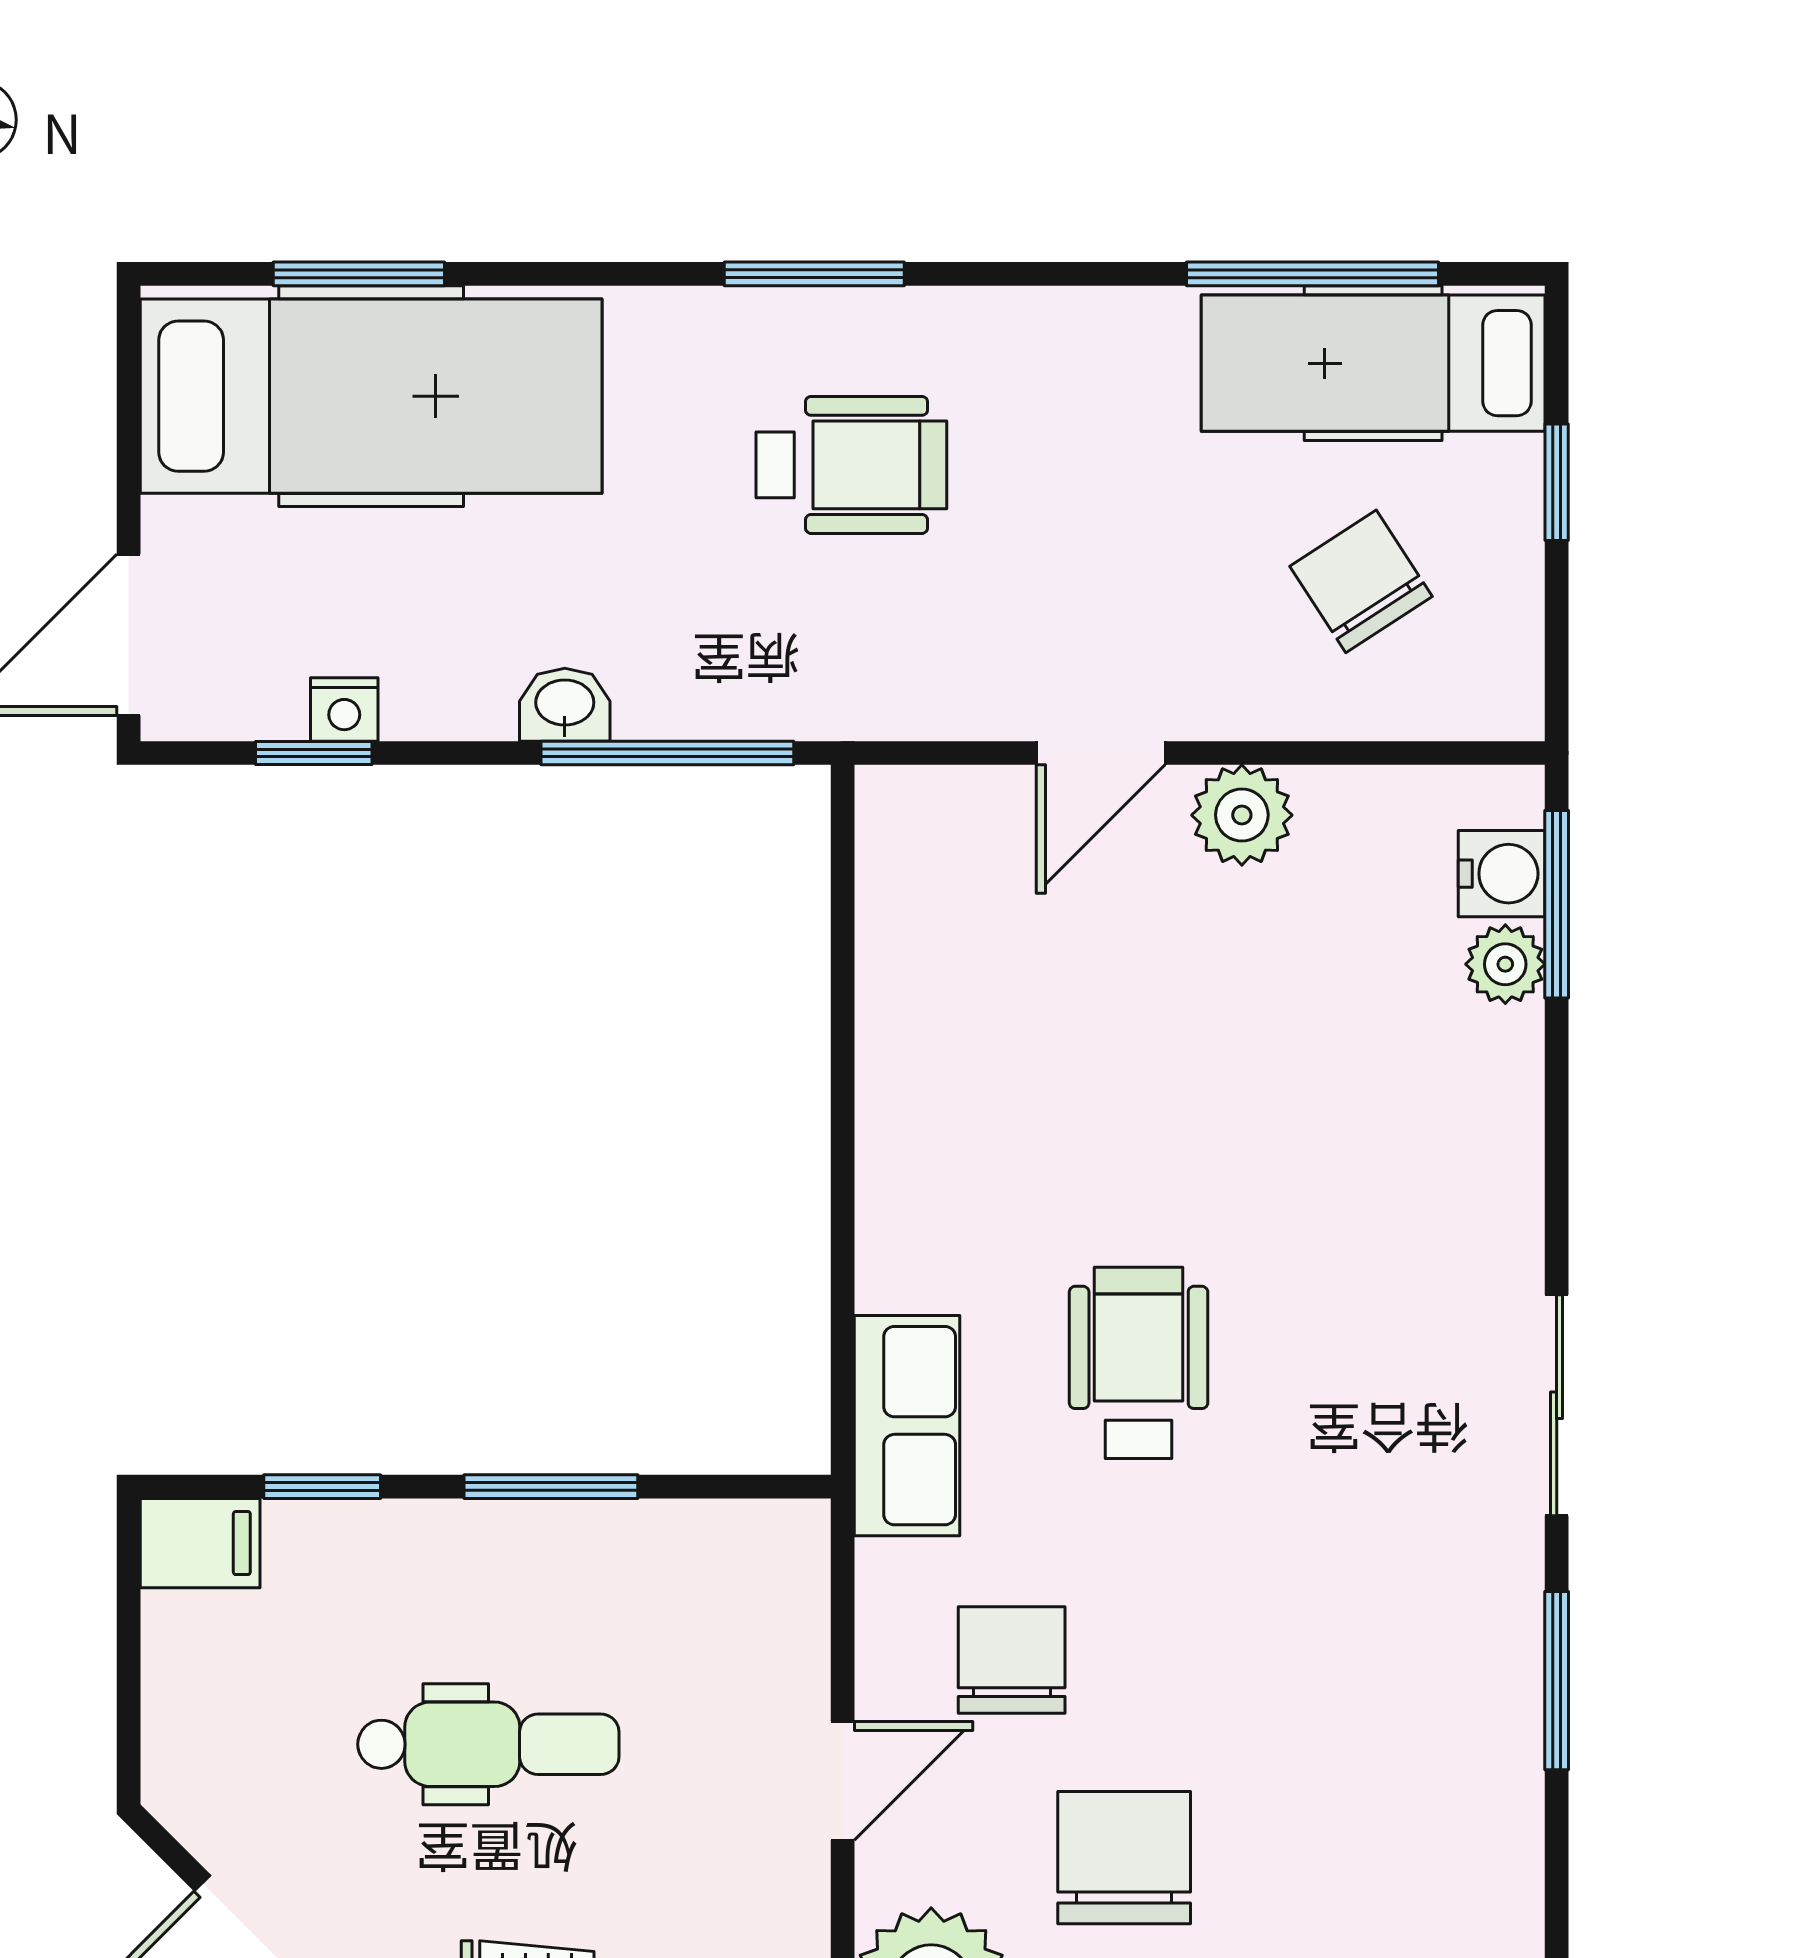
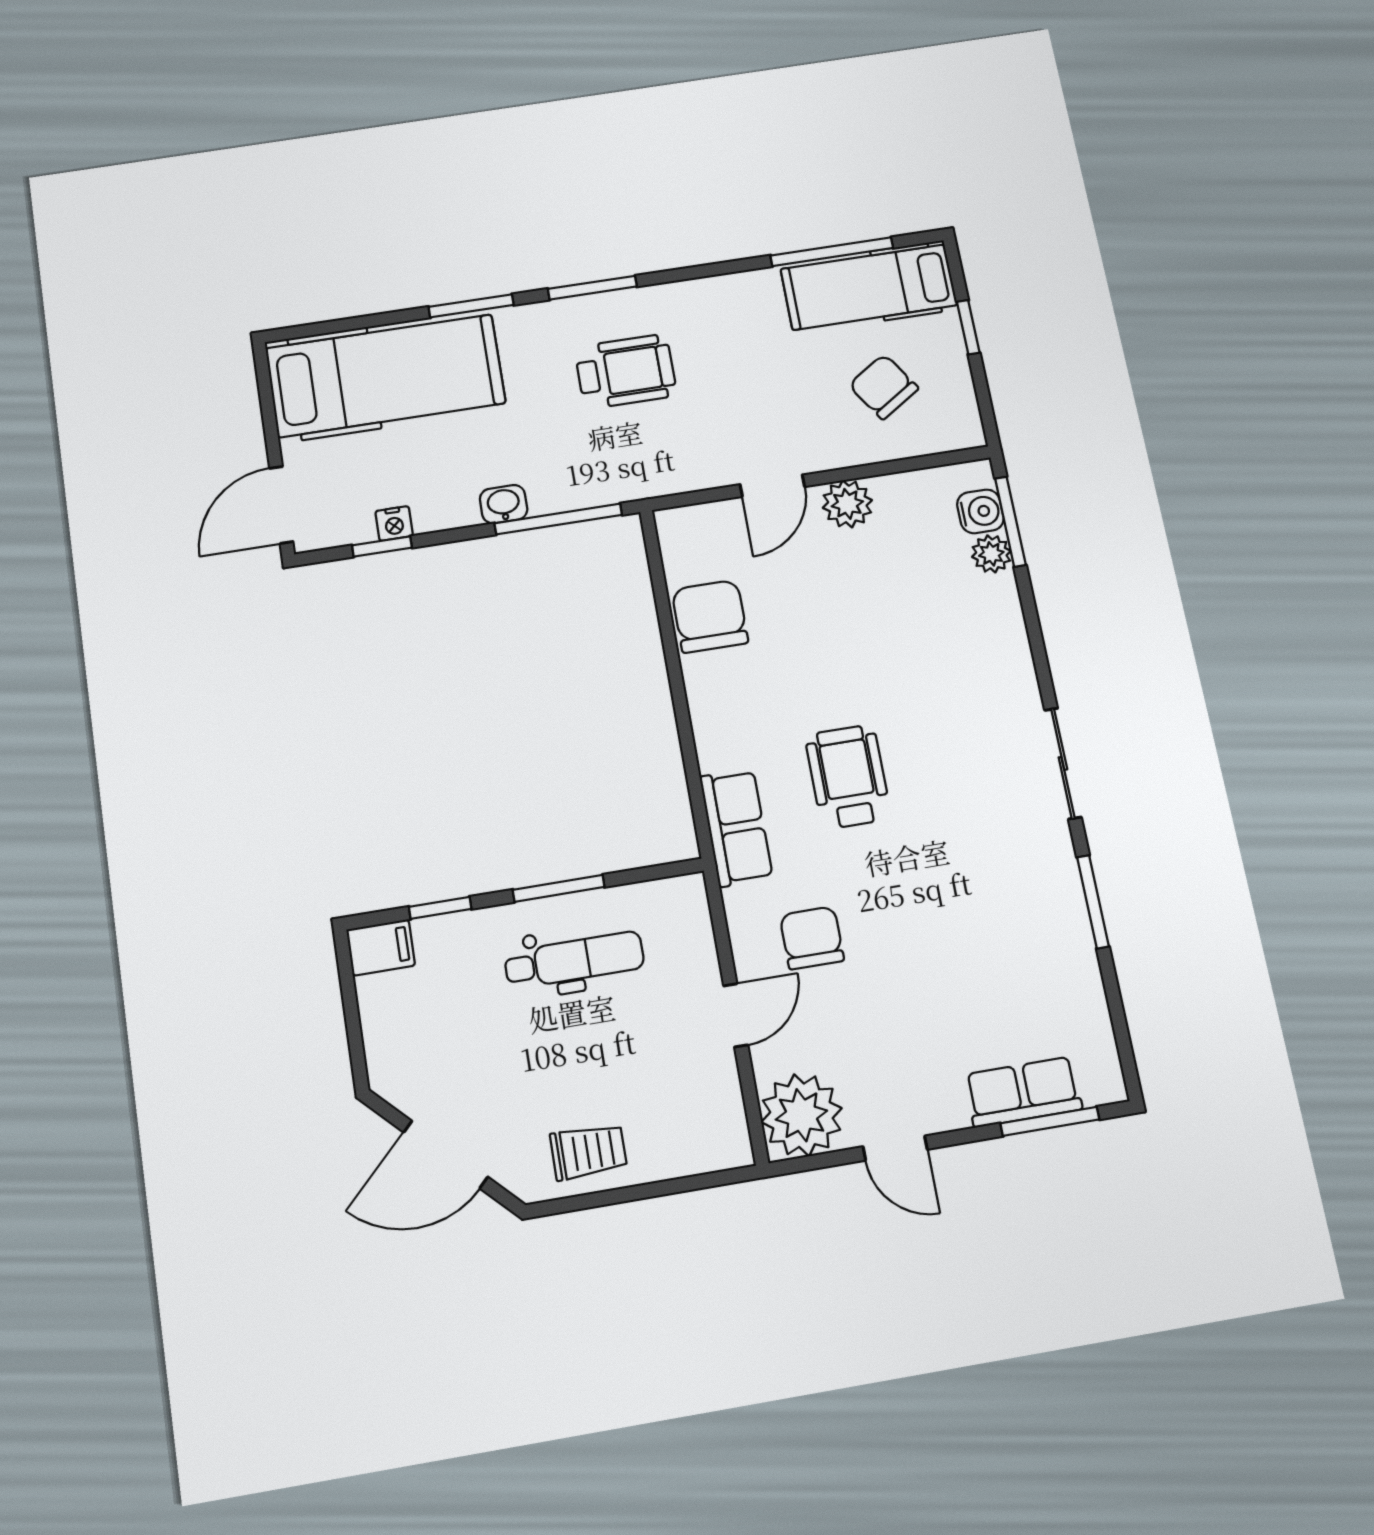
window: (359, 274) -> (471, 306), moved
dental chair: (488, 1744) -> (574, 960), moved
chair: (1124, 1858) -> (710, 616), moved

